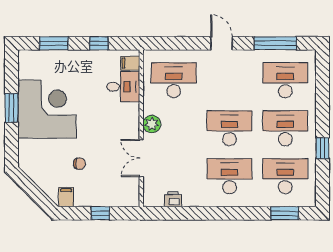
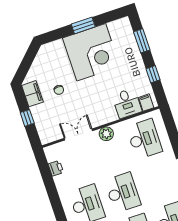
filing cabinet: (66, 197) -> (32, 94), width x2.00

